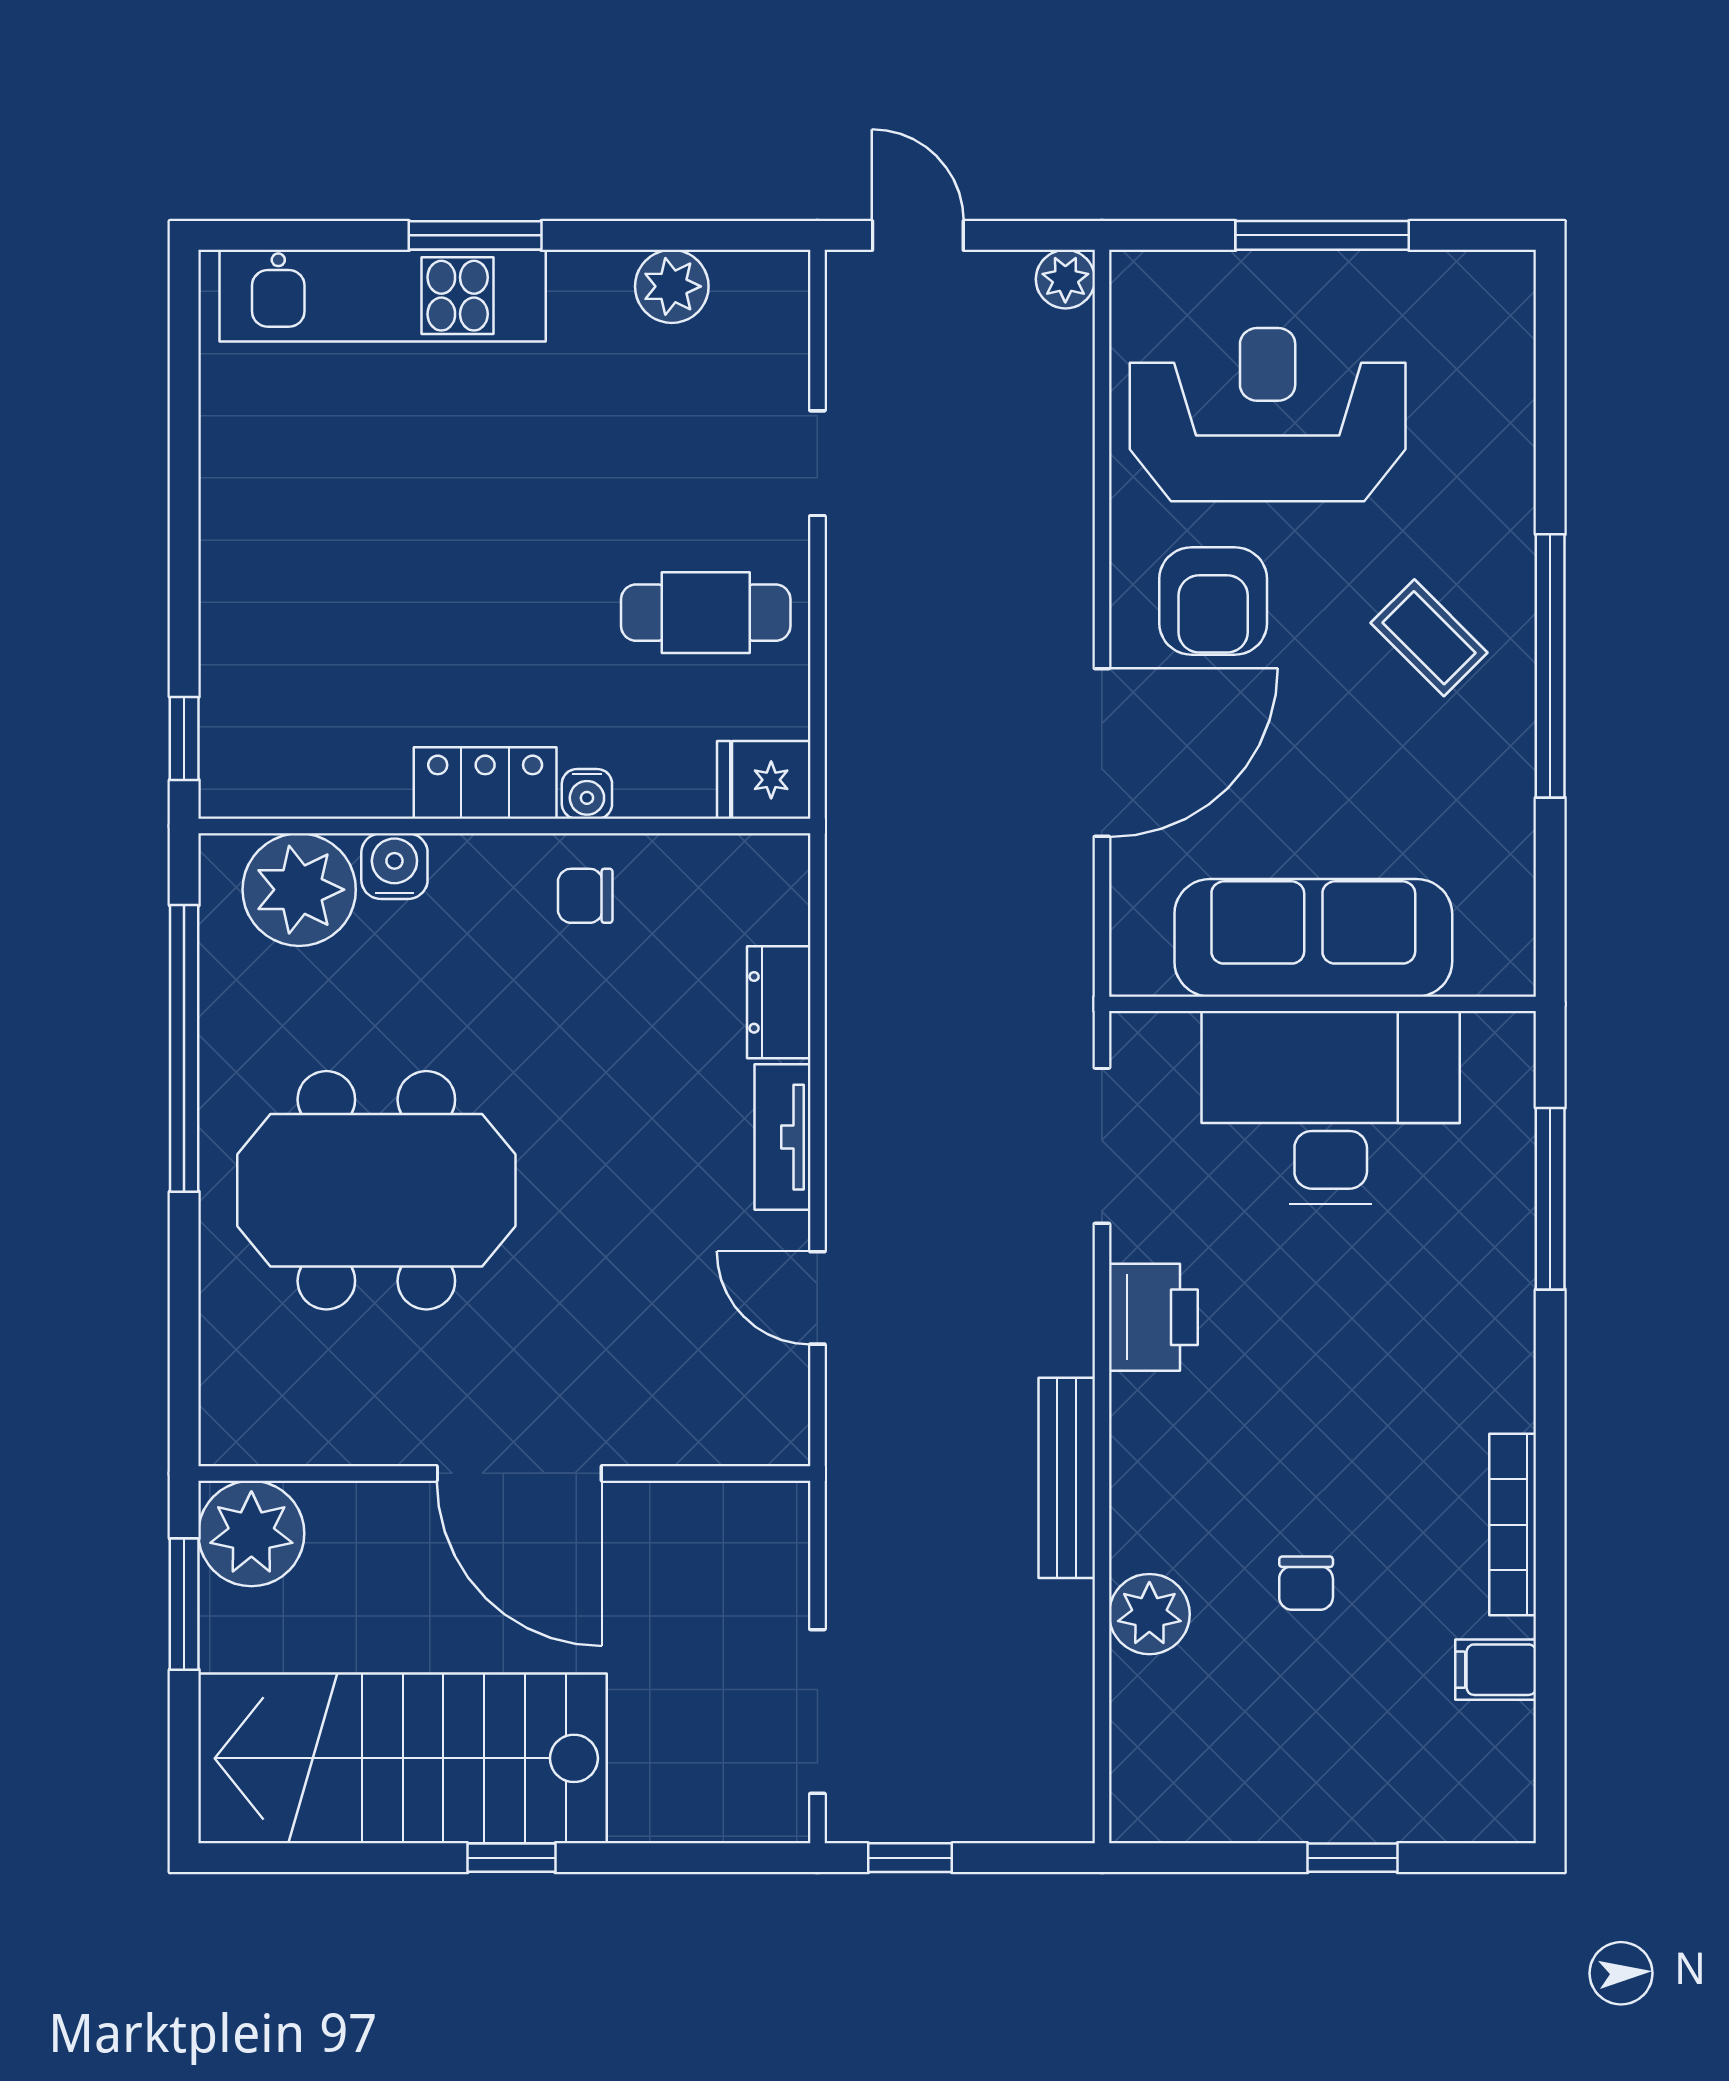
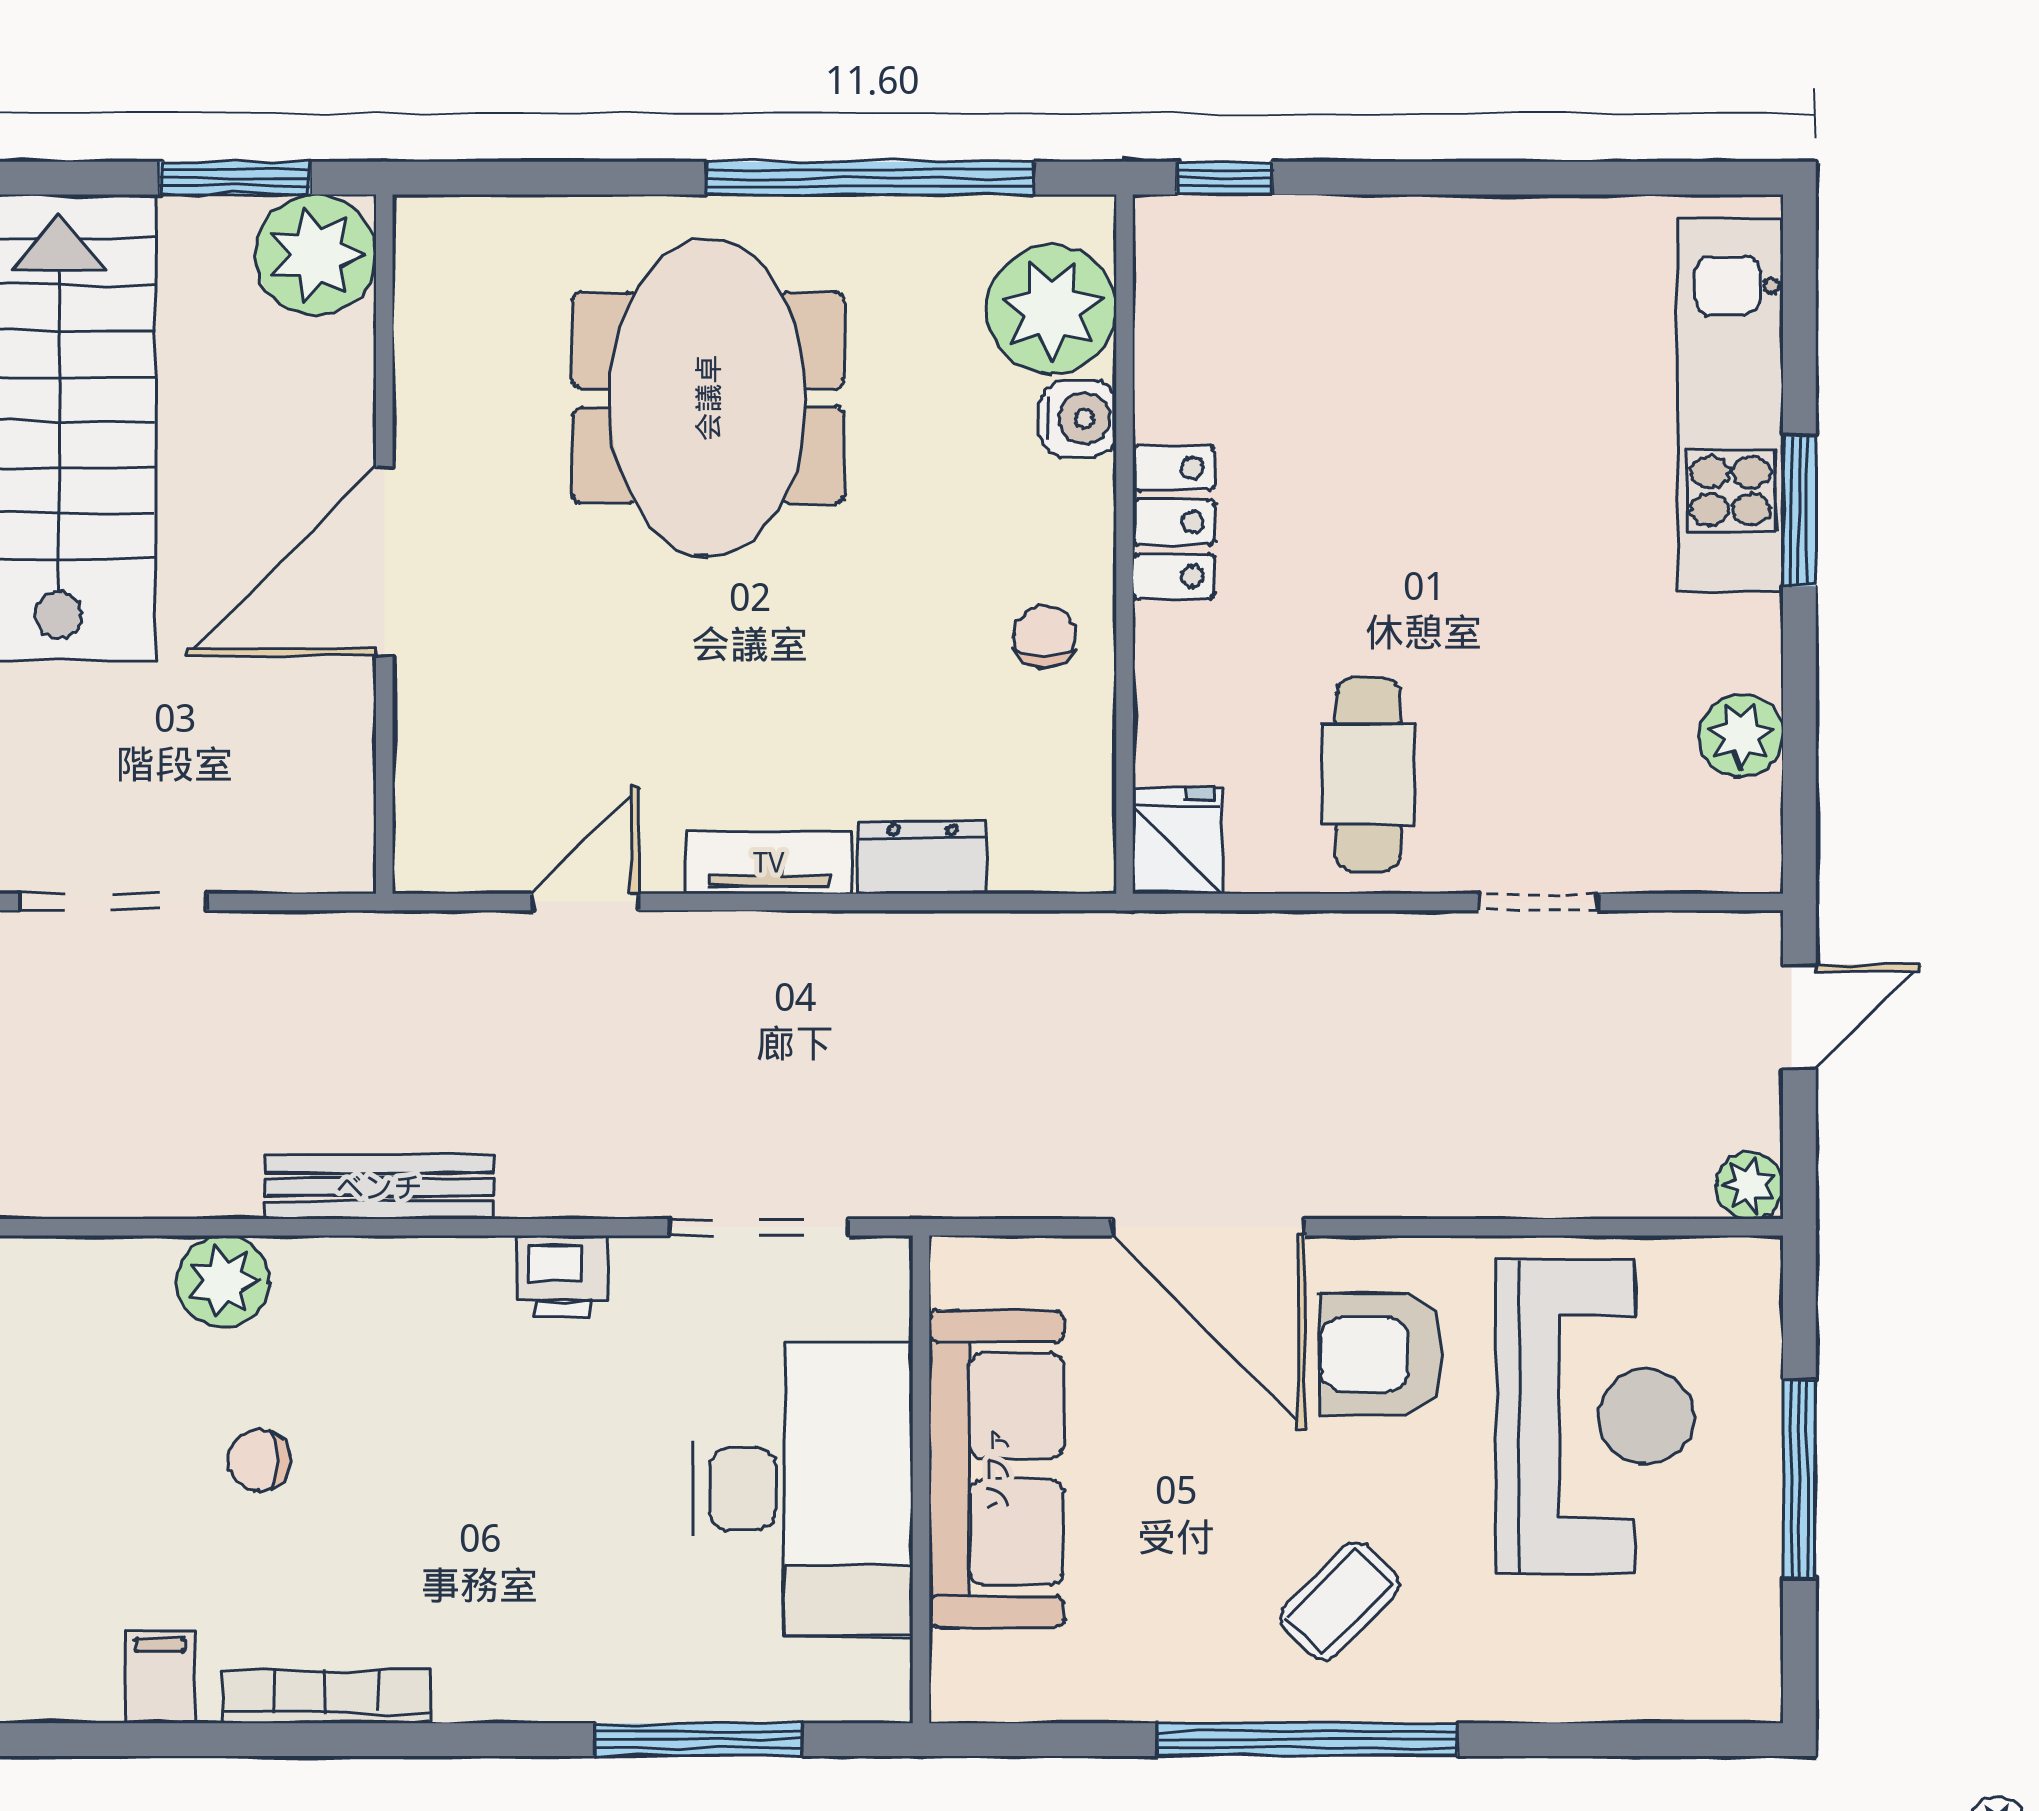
water cooler: (587, 794) -> (1161, 639), removed
printer: (1153, 1317) -> (563, 1276), width x0.73, depth x0.81

